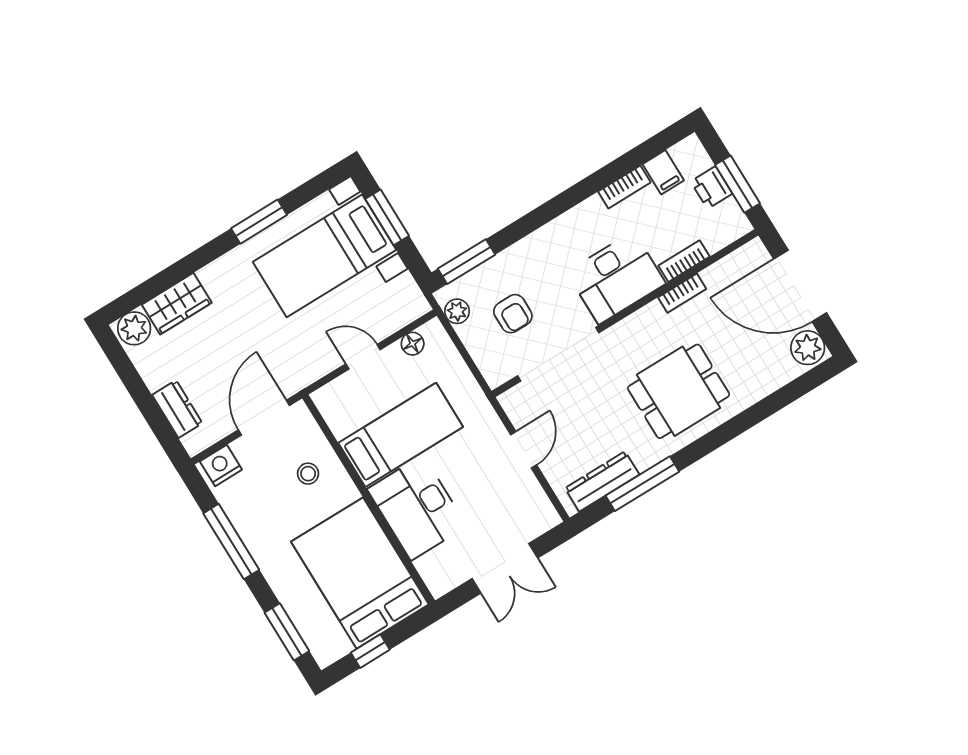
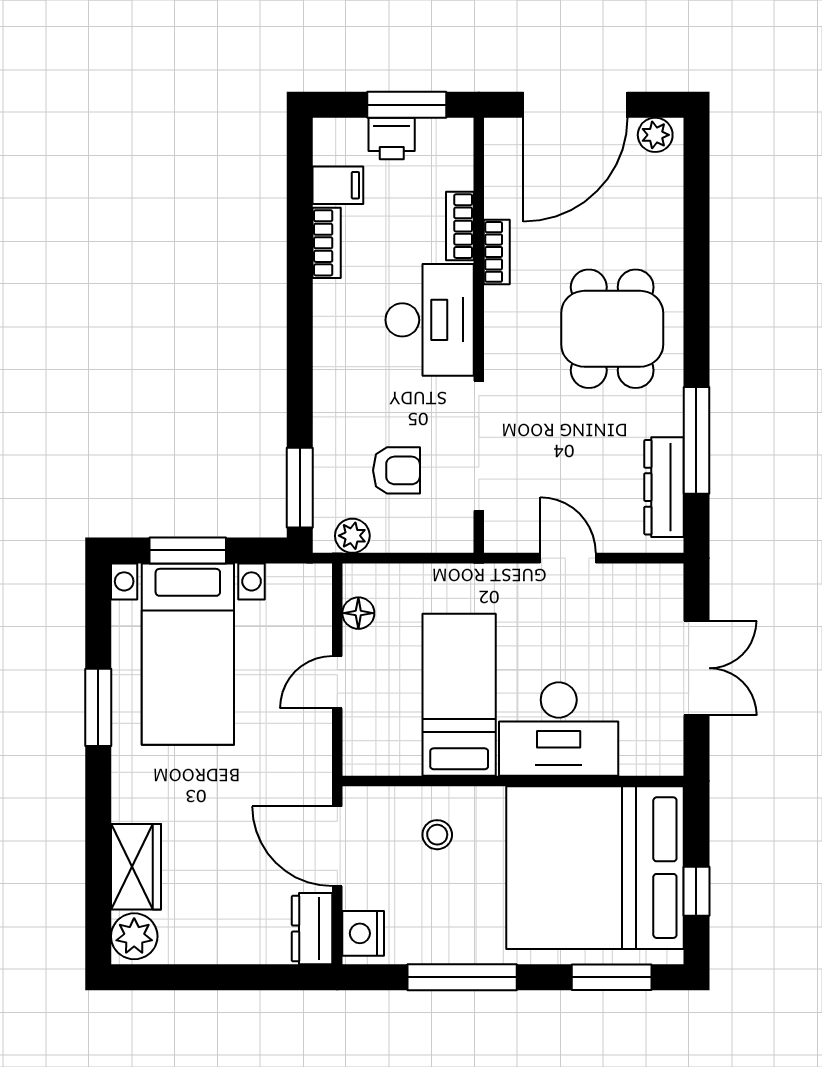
plant: (808, 348) -> (655, 135), width x0.73, depth x0.73
dresser: (177, 409) -> (312, 929), moved, turned -90
bed: (360, 573) -> (595, 868), width x1.36

